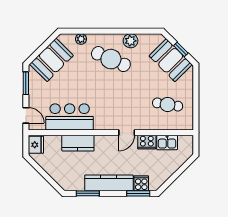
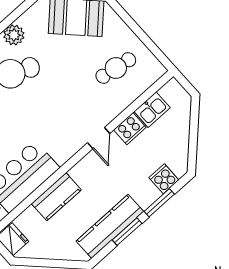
kitchen counter: (109, 183) -> (110, 226), moved
window: (88, 193) -> (127, 232), moved
window: (138, 193) -> (159, 203), moved

